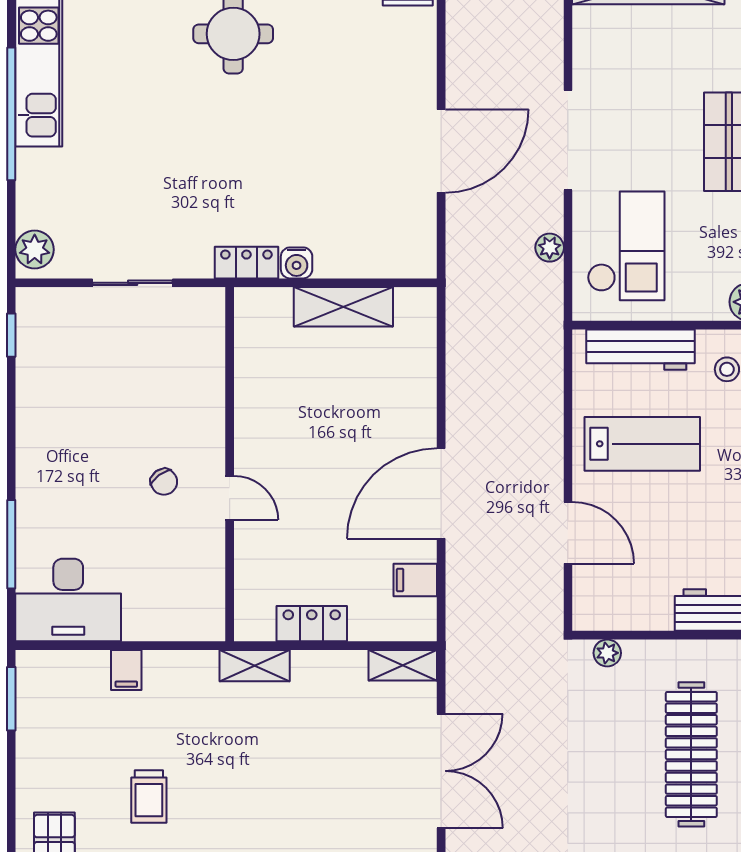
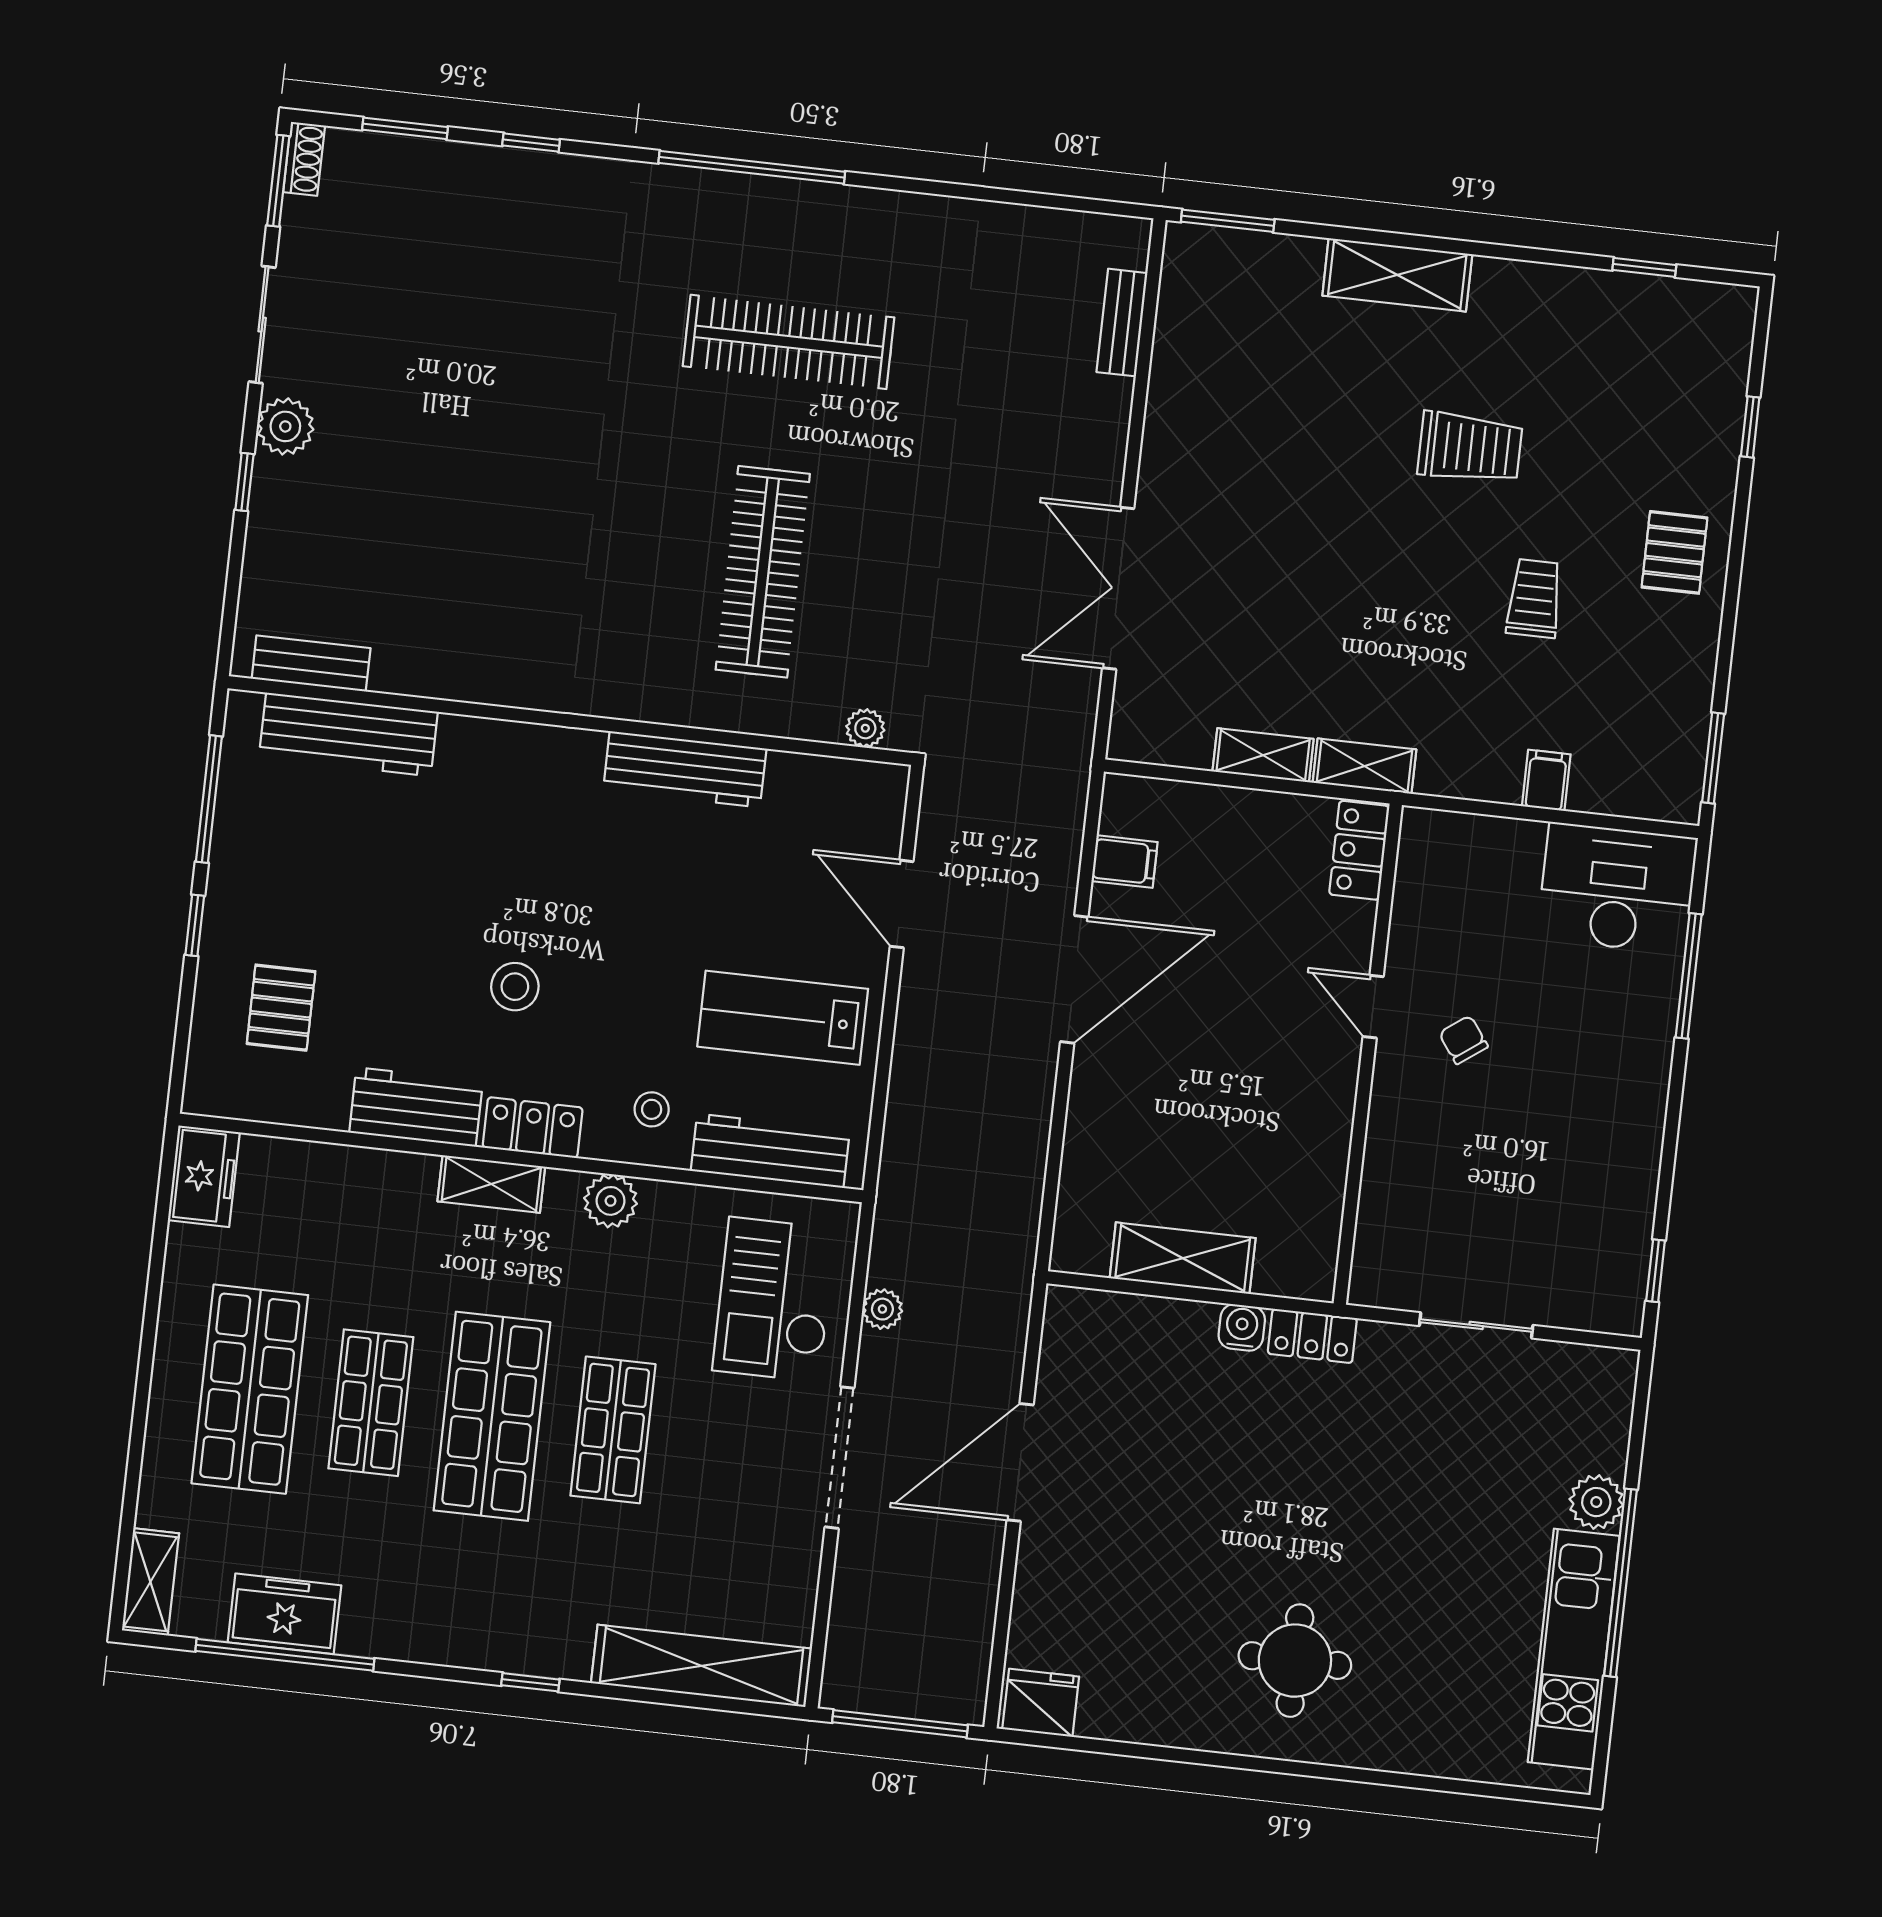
plant: (35, 250) -> (1596, 1502), moved
locker: (312, 624) -> (1359, 850), moved, turned 90
shelving: (403, 665) -> (1263, 755), moved

